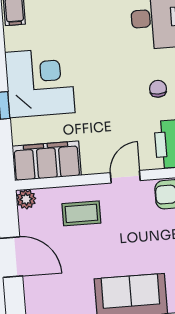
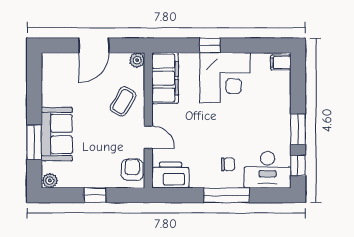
chair: (158, 89) -> (228, 164), moved
coffee table: (81, 213) -> (123, 101), turned 30

